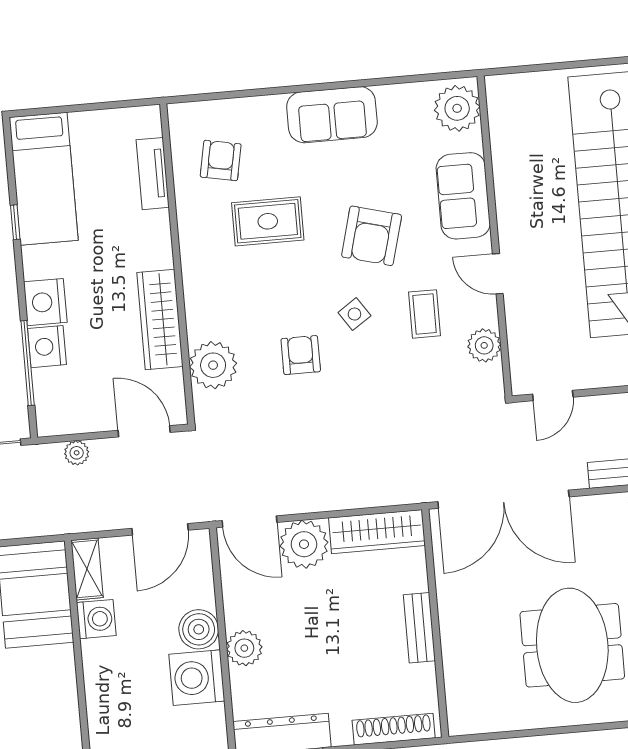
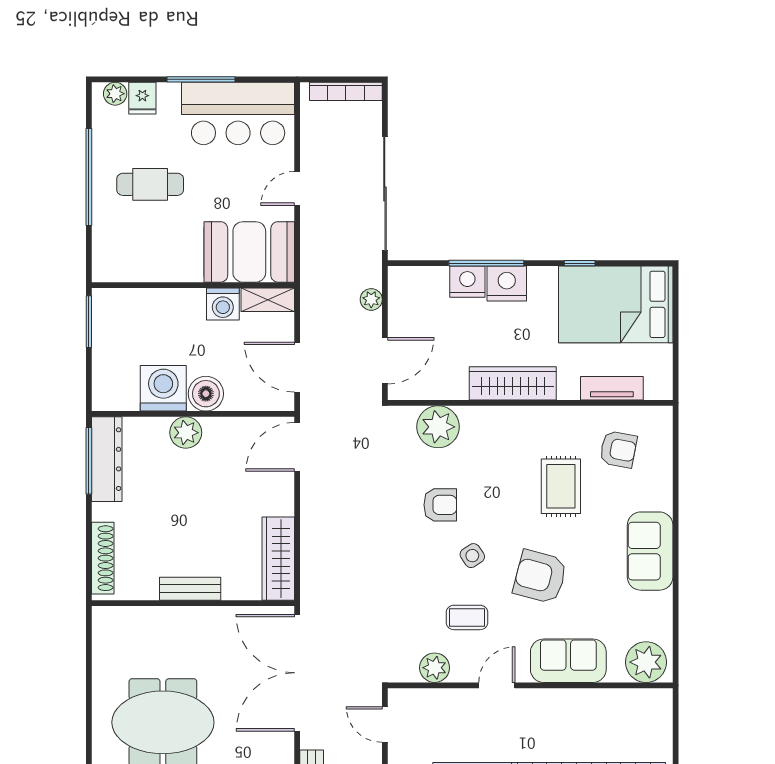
bed: (44, 179) -> (616, 304), width x1.50
wardrobe: (160, 319) -> (513, 383), moved
window: (28, 363) -> (486, 263), moved
plant: (304, 544) -> (273, 493), removed

